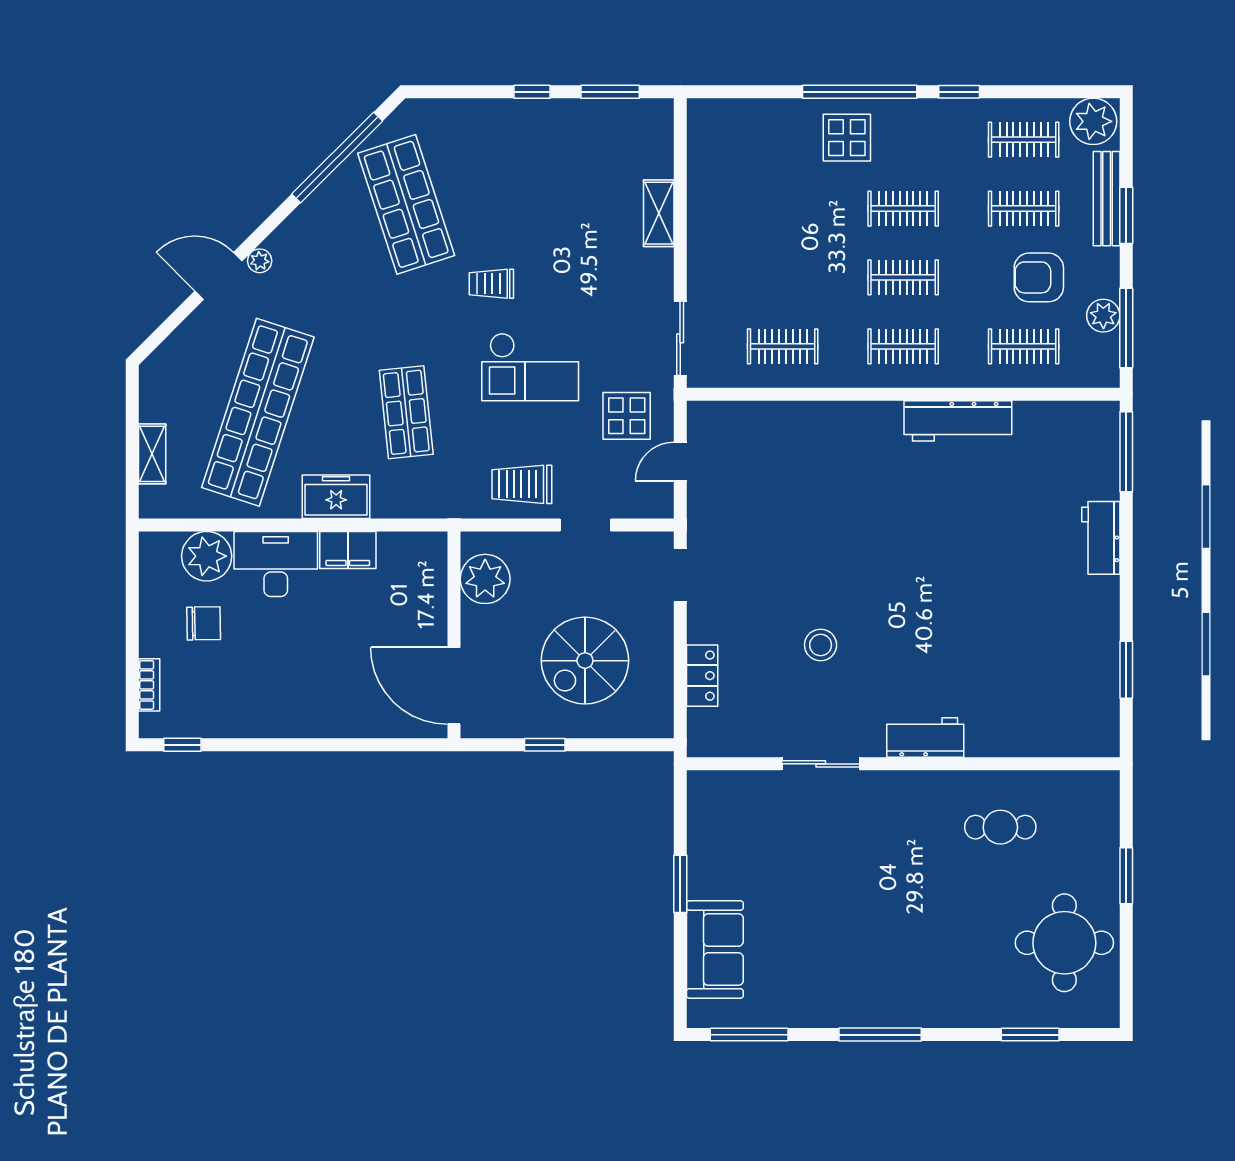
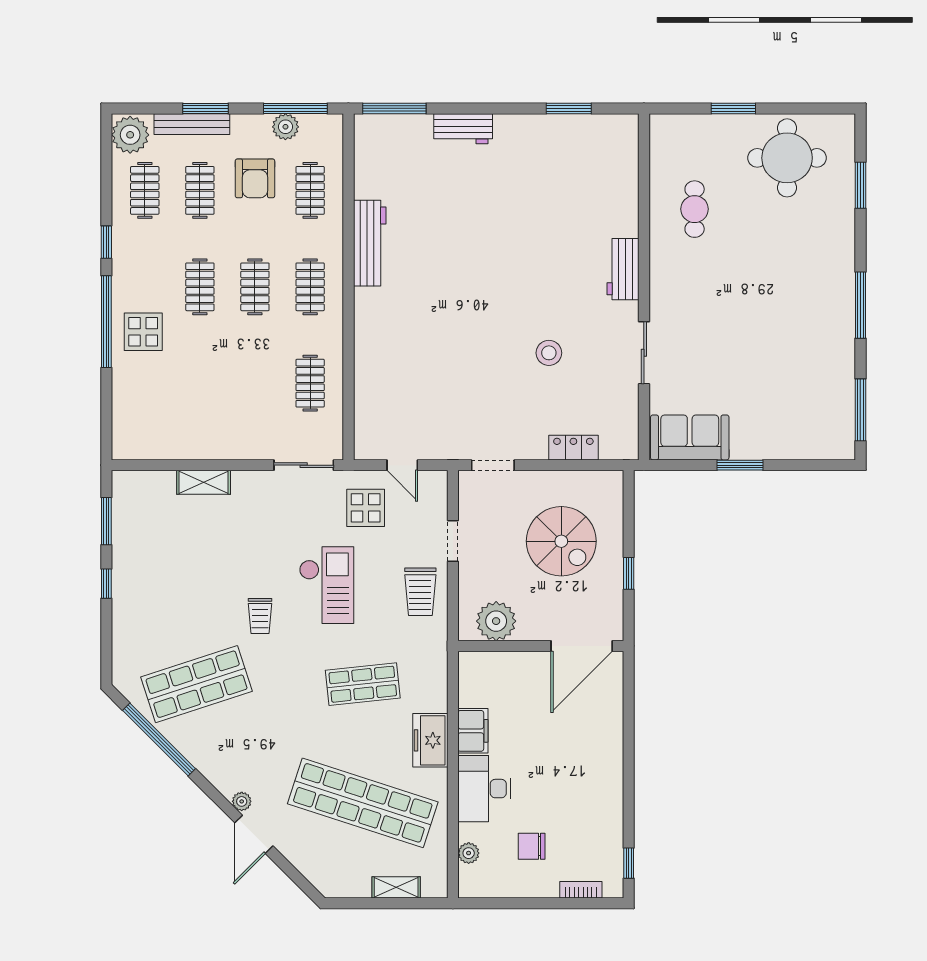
plant: (207, 556) -> (469, 853), width x0.53, depth x0.53
chair: (204, 623) -> (532, 846), turned -89
sofa: (715, 949) -> (690, 437), moved

